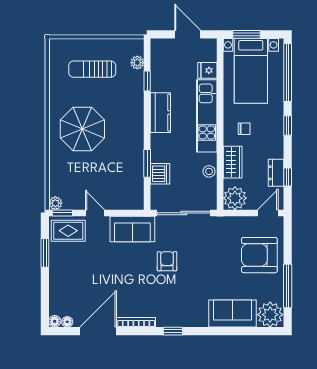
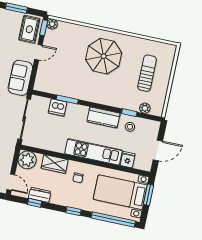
stool: (209, 171) -> (130, 127), moved

